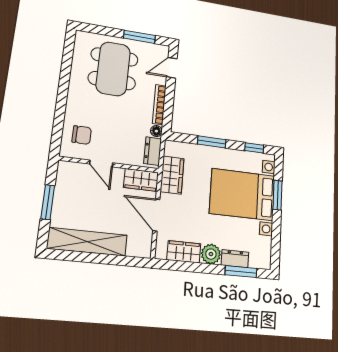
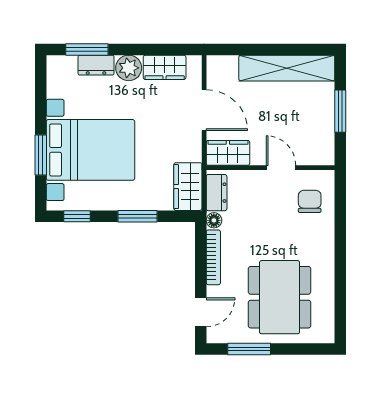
chair: (82, 135) -> (310, 201), turned 90
wardrobe: (172, 175) -> (188, 187), moved

